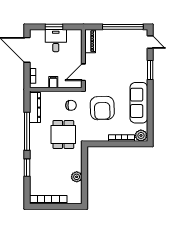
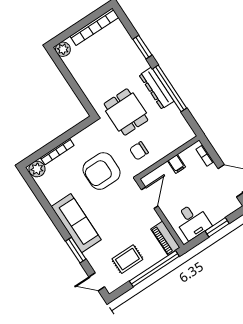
window: (123, 27) -> (154, 269), moved
desk: (56, 41) -> (192, 221), moved
rug: (122, 44) -> (127, 259), added
sofa: (139, 103) -> (76, 223), moved
dresser: (35, 108) -> (157, 88), moved
armchair: (102, 108) -> (102, 171), turned -88
plant: (77, 177) -> (63, 49), moved

